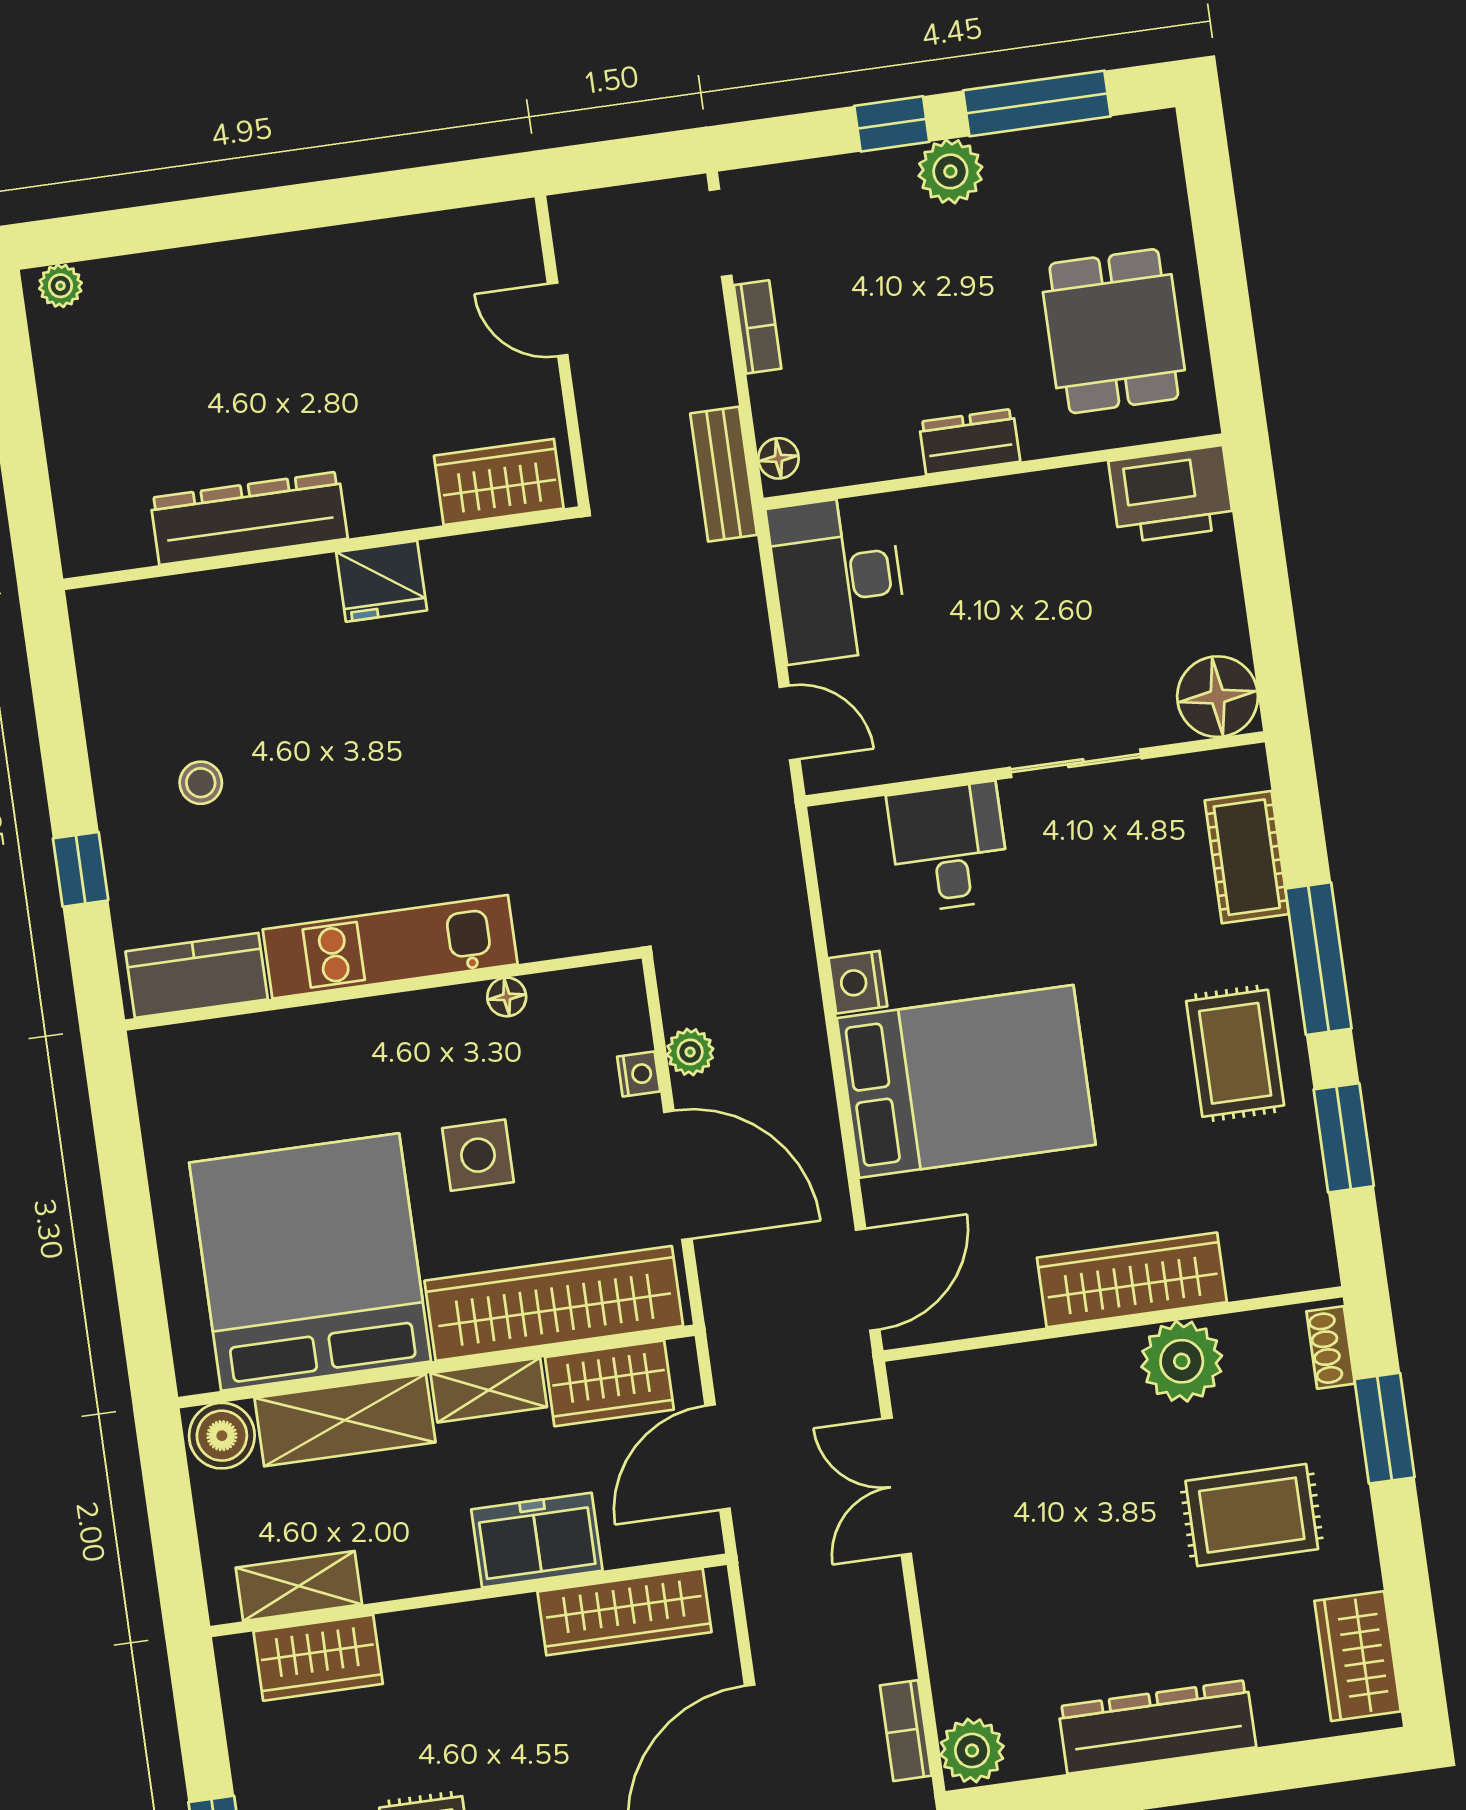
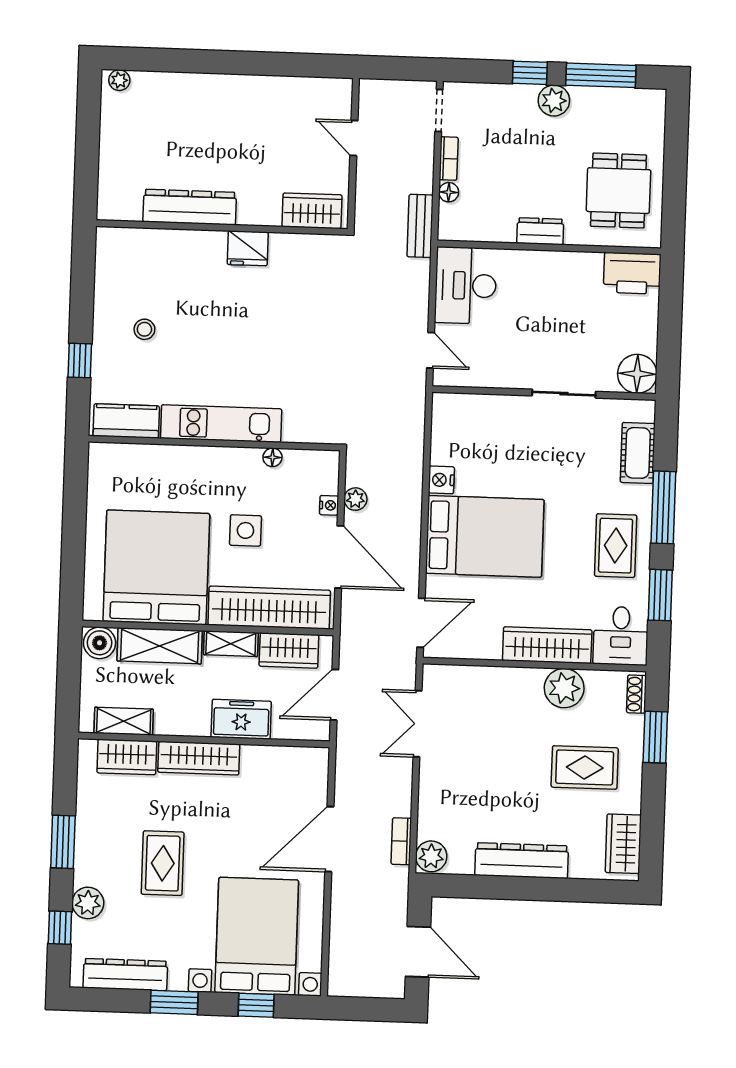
floor lamp: (778, 458) -> (449, 192), moved
desk: (949, 847) -> (621, 636), moved, turned 180
wardrobe: (624, 1612) -> (199, 758), moved

